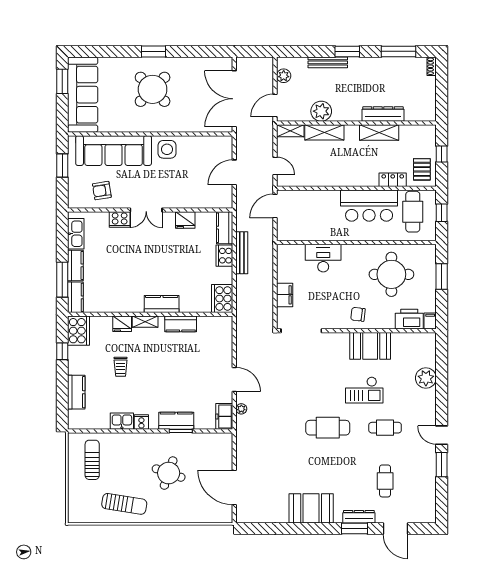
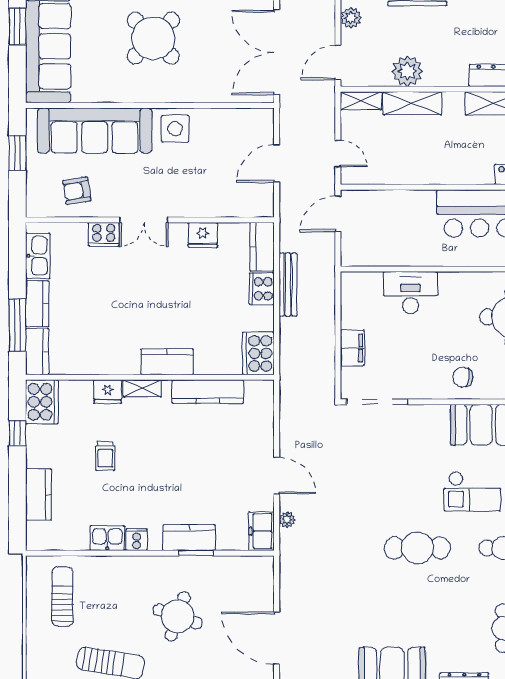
kitchen counter: (181, 324) -> (208, 392), width x1.50

